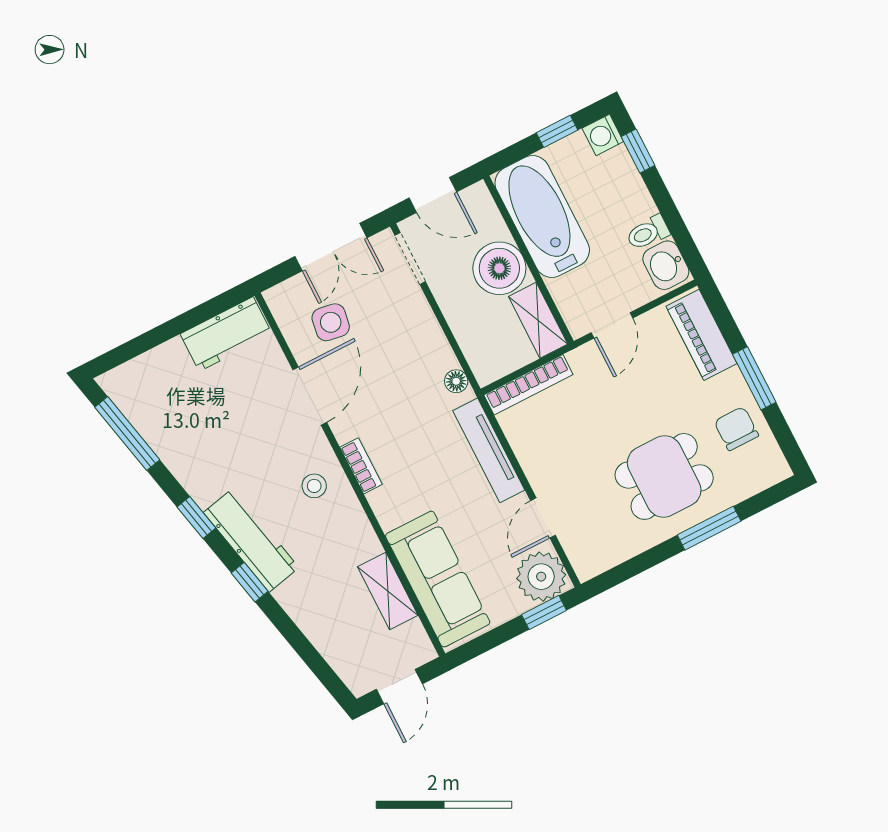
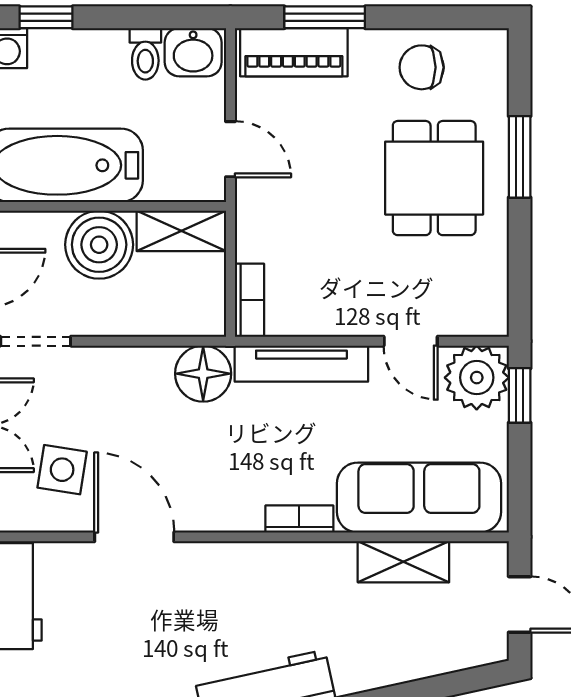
window: (754, 378) -> (325, 17), moved
floor lamp: (456, 381) -> (203, 374), width x1.89, depth x1.89
bookcase: (528, 385) -> (249, 300), width x0.64
bookcase: (361, 466) -> (299, 519), moved
stool: (314, 486) -> (240, 584), removed

